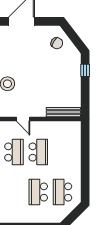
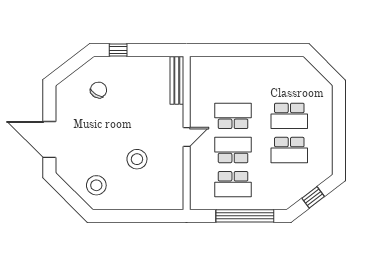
chair: (57, 43) -> (99, 90), moved
school desk: (63, 192) -> (289, 150), moved

